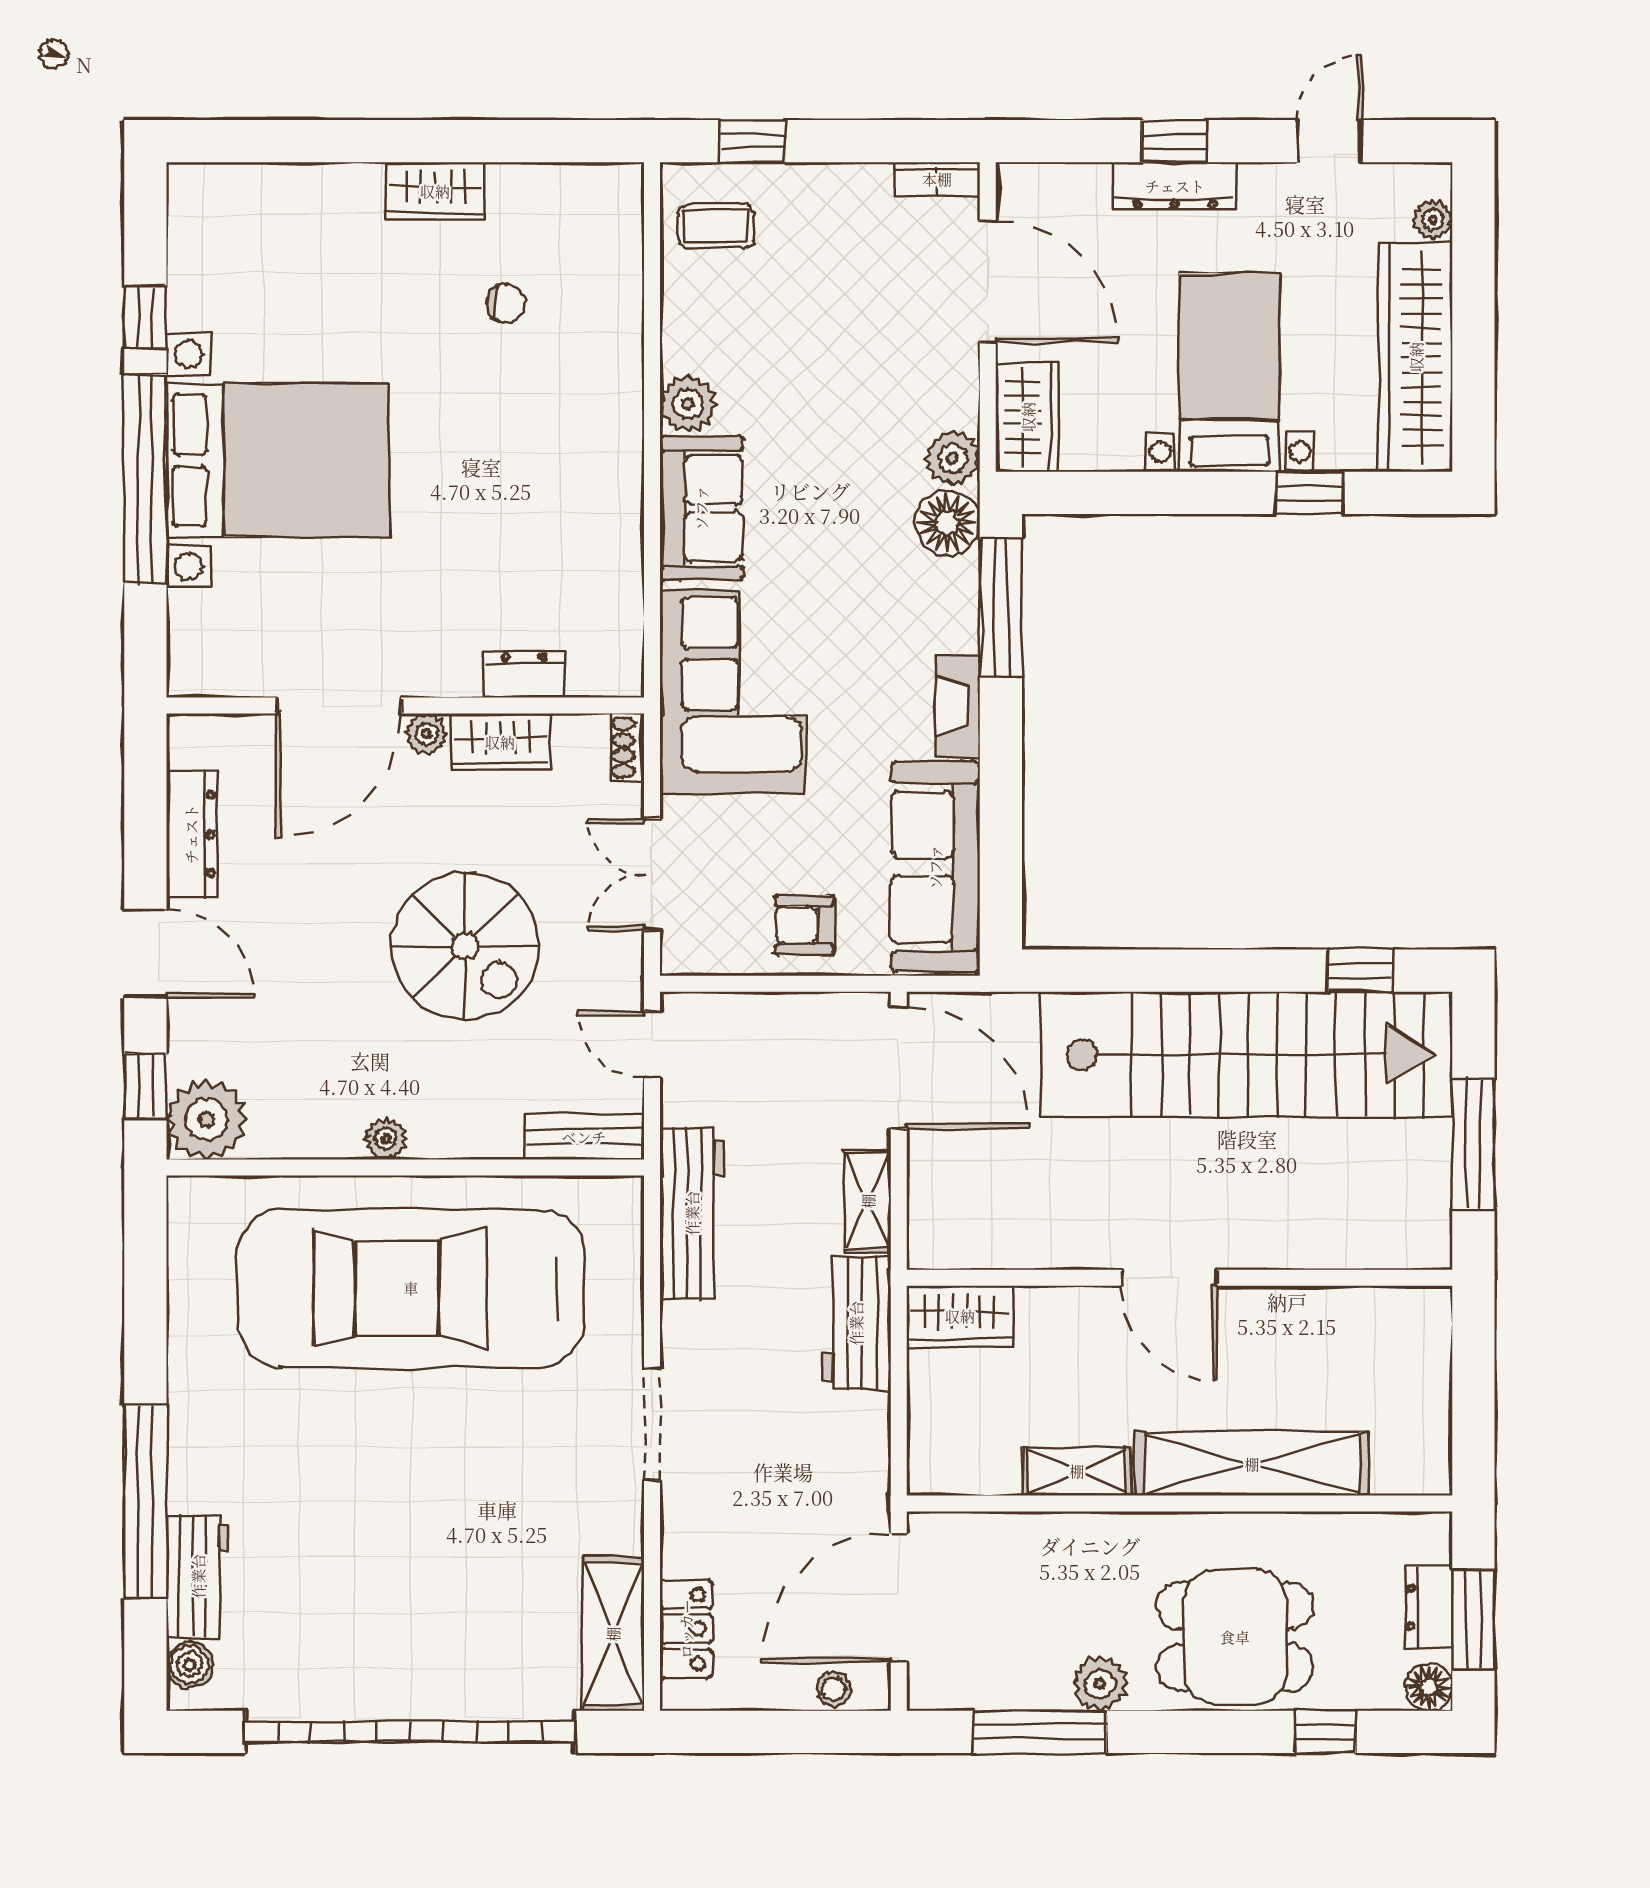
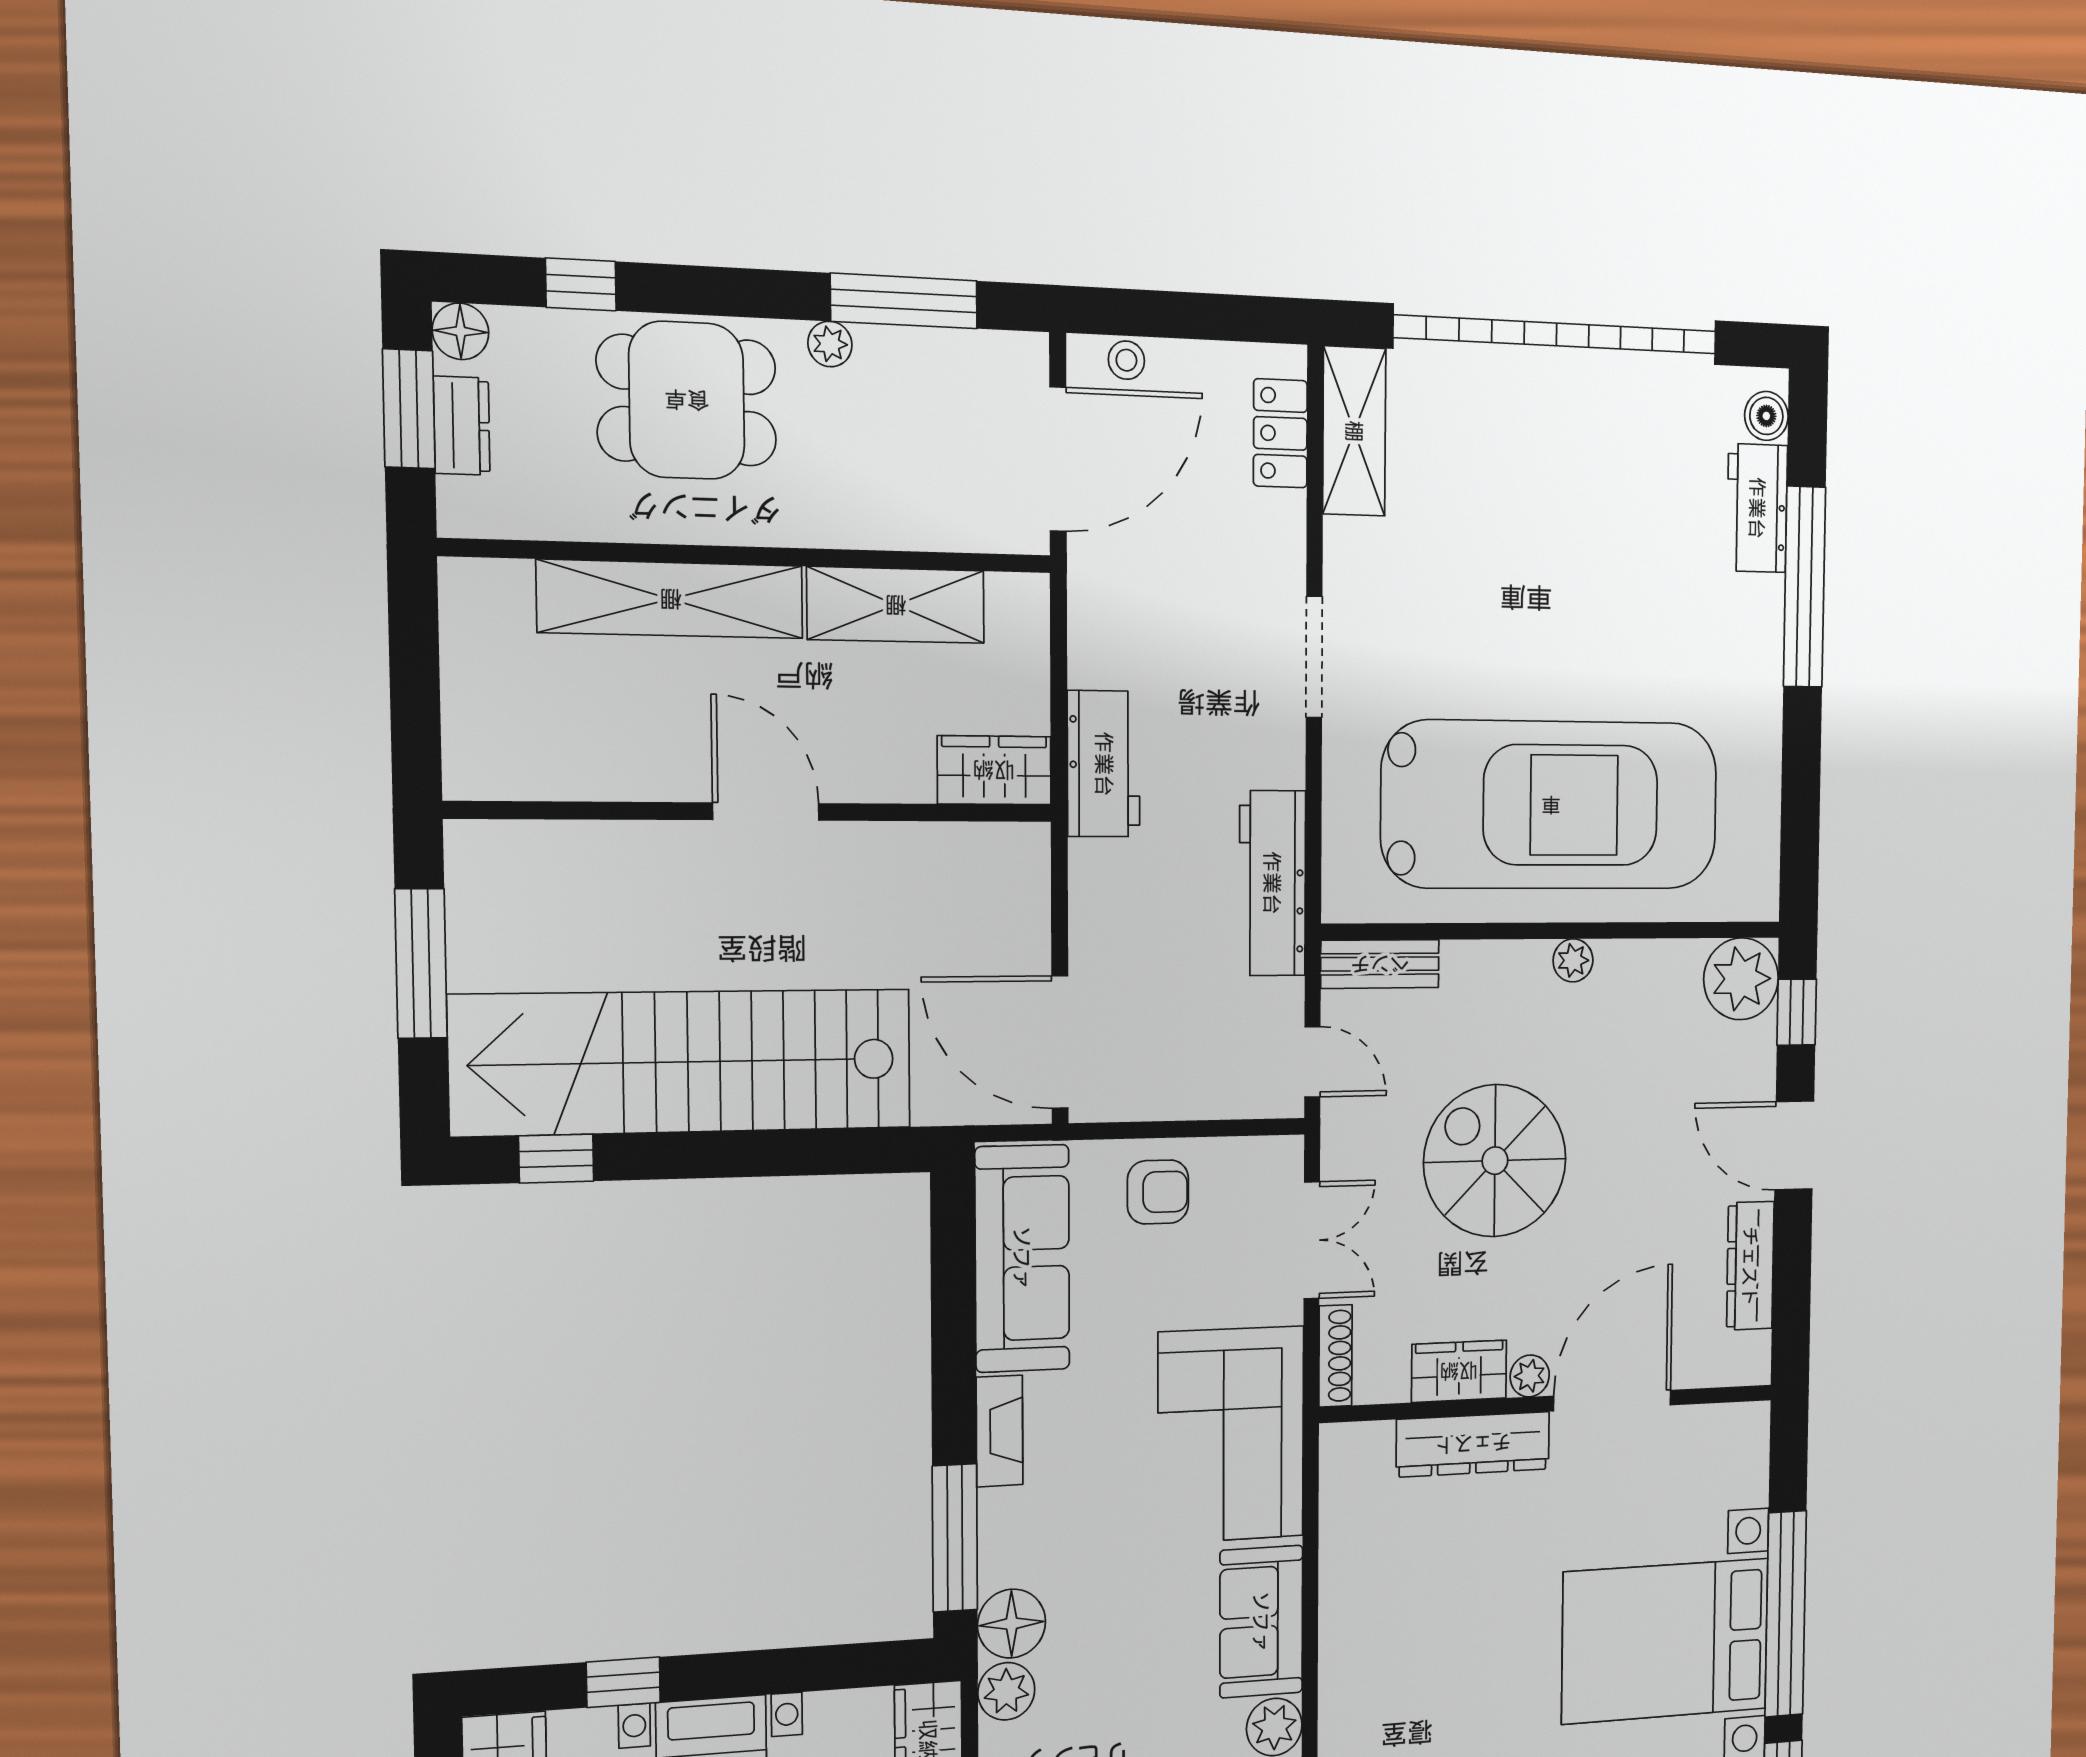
dresser: (524, 675) -> (1473, 1444), width x1.96, depth x1.24
shoe rack: (627, 748) -> (1335, 1356), width x1.43
shelving: (868, 1201) -> (1092, 897), removed
shelving: (1077, 1471) -> (896, 605), width x1.50, depth x1.33
plant: (1100, 1684) -> (830, 344), width x0.73, depth x0.73

